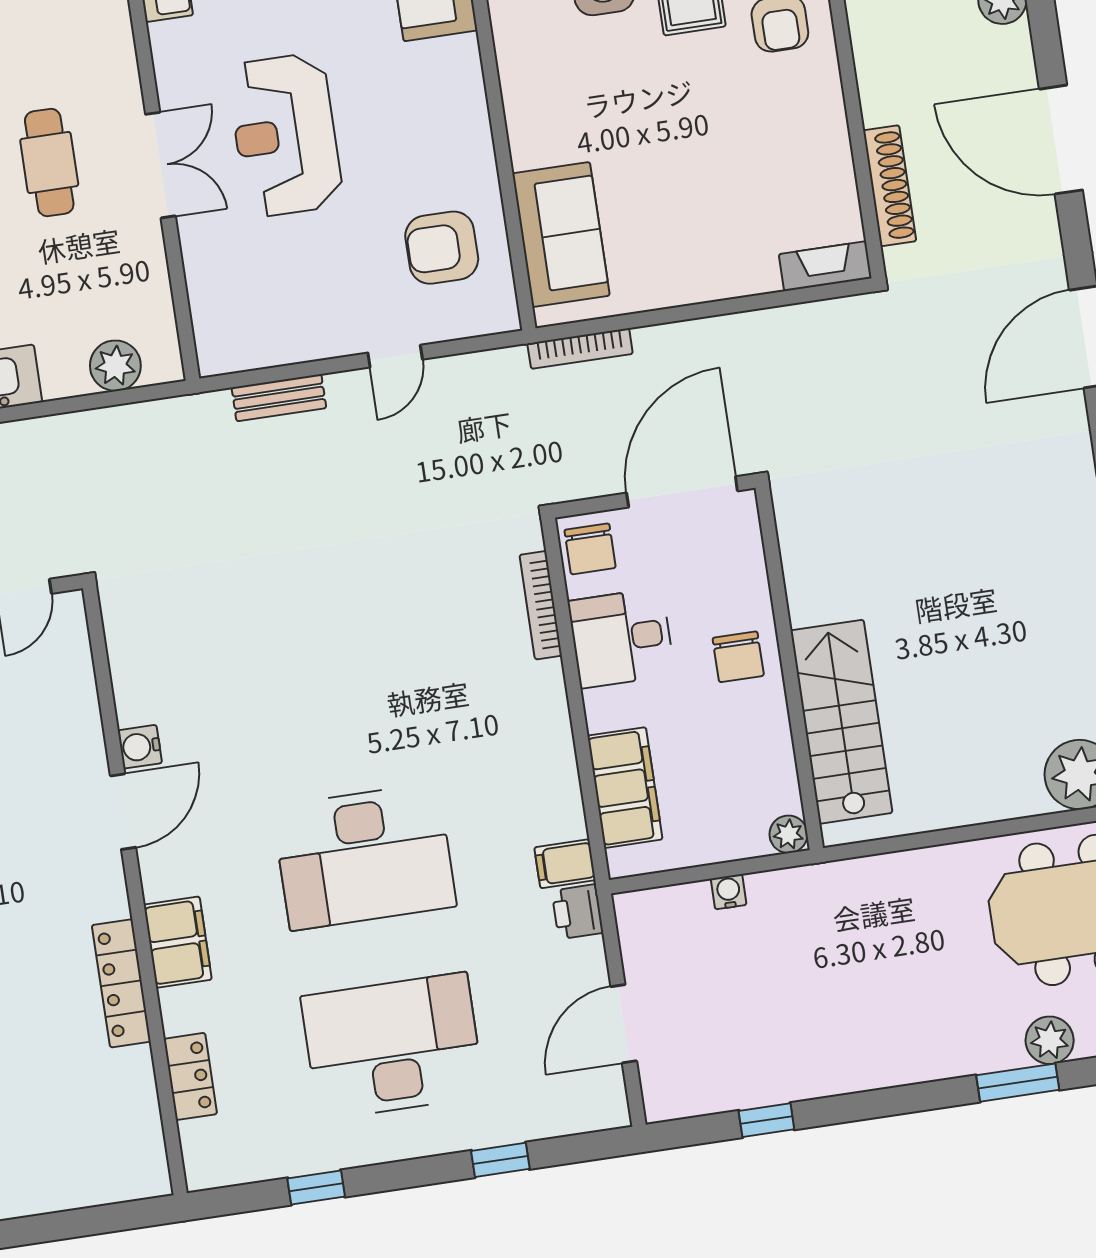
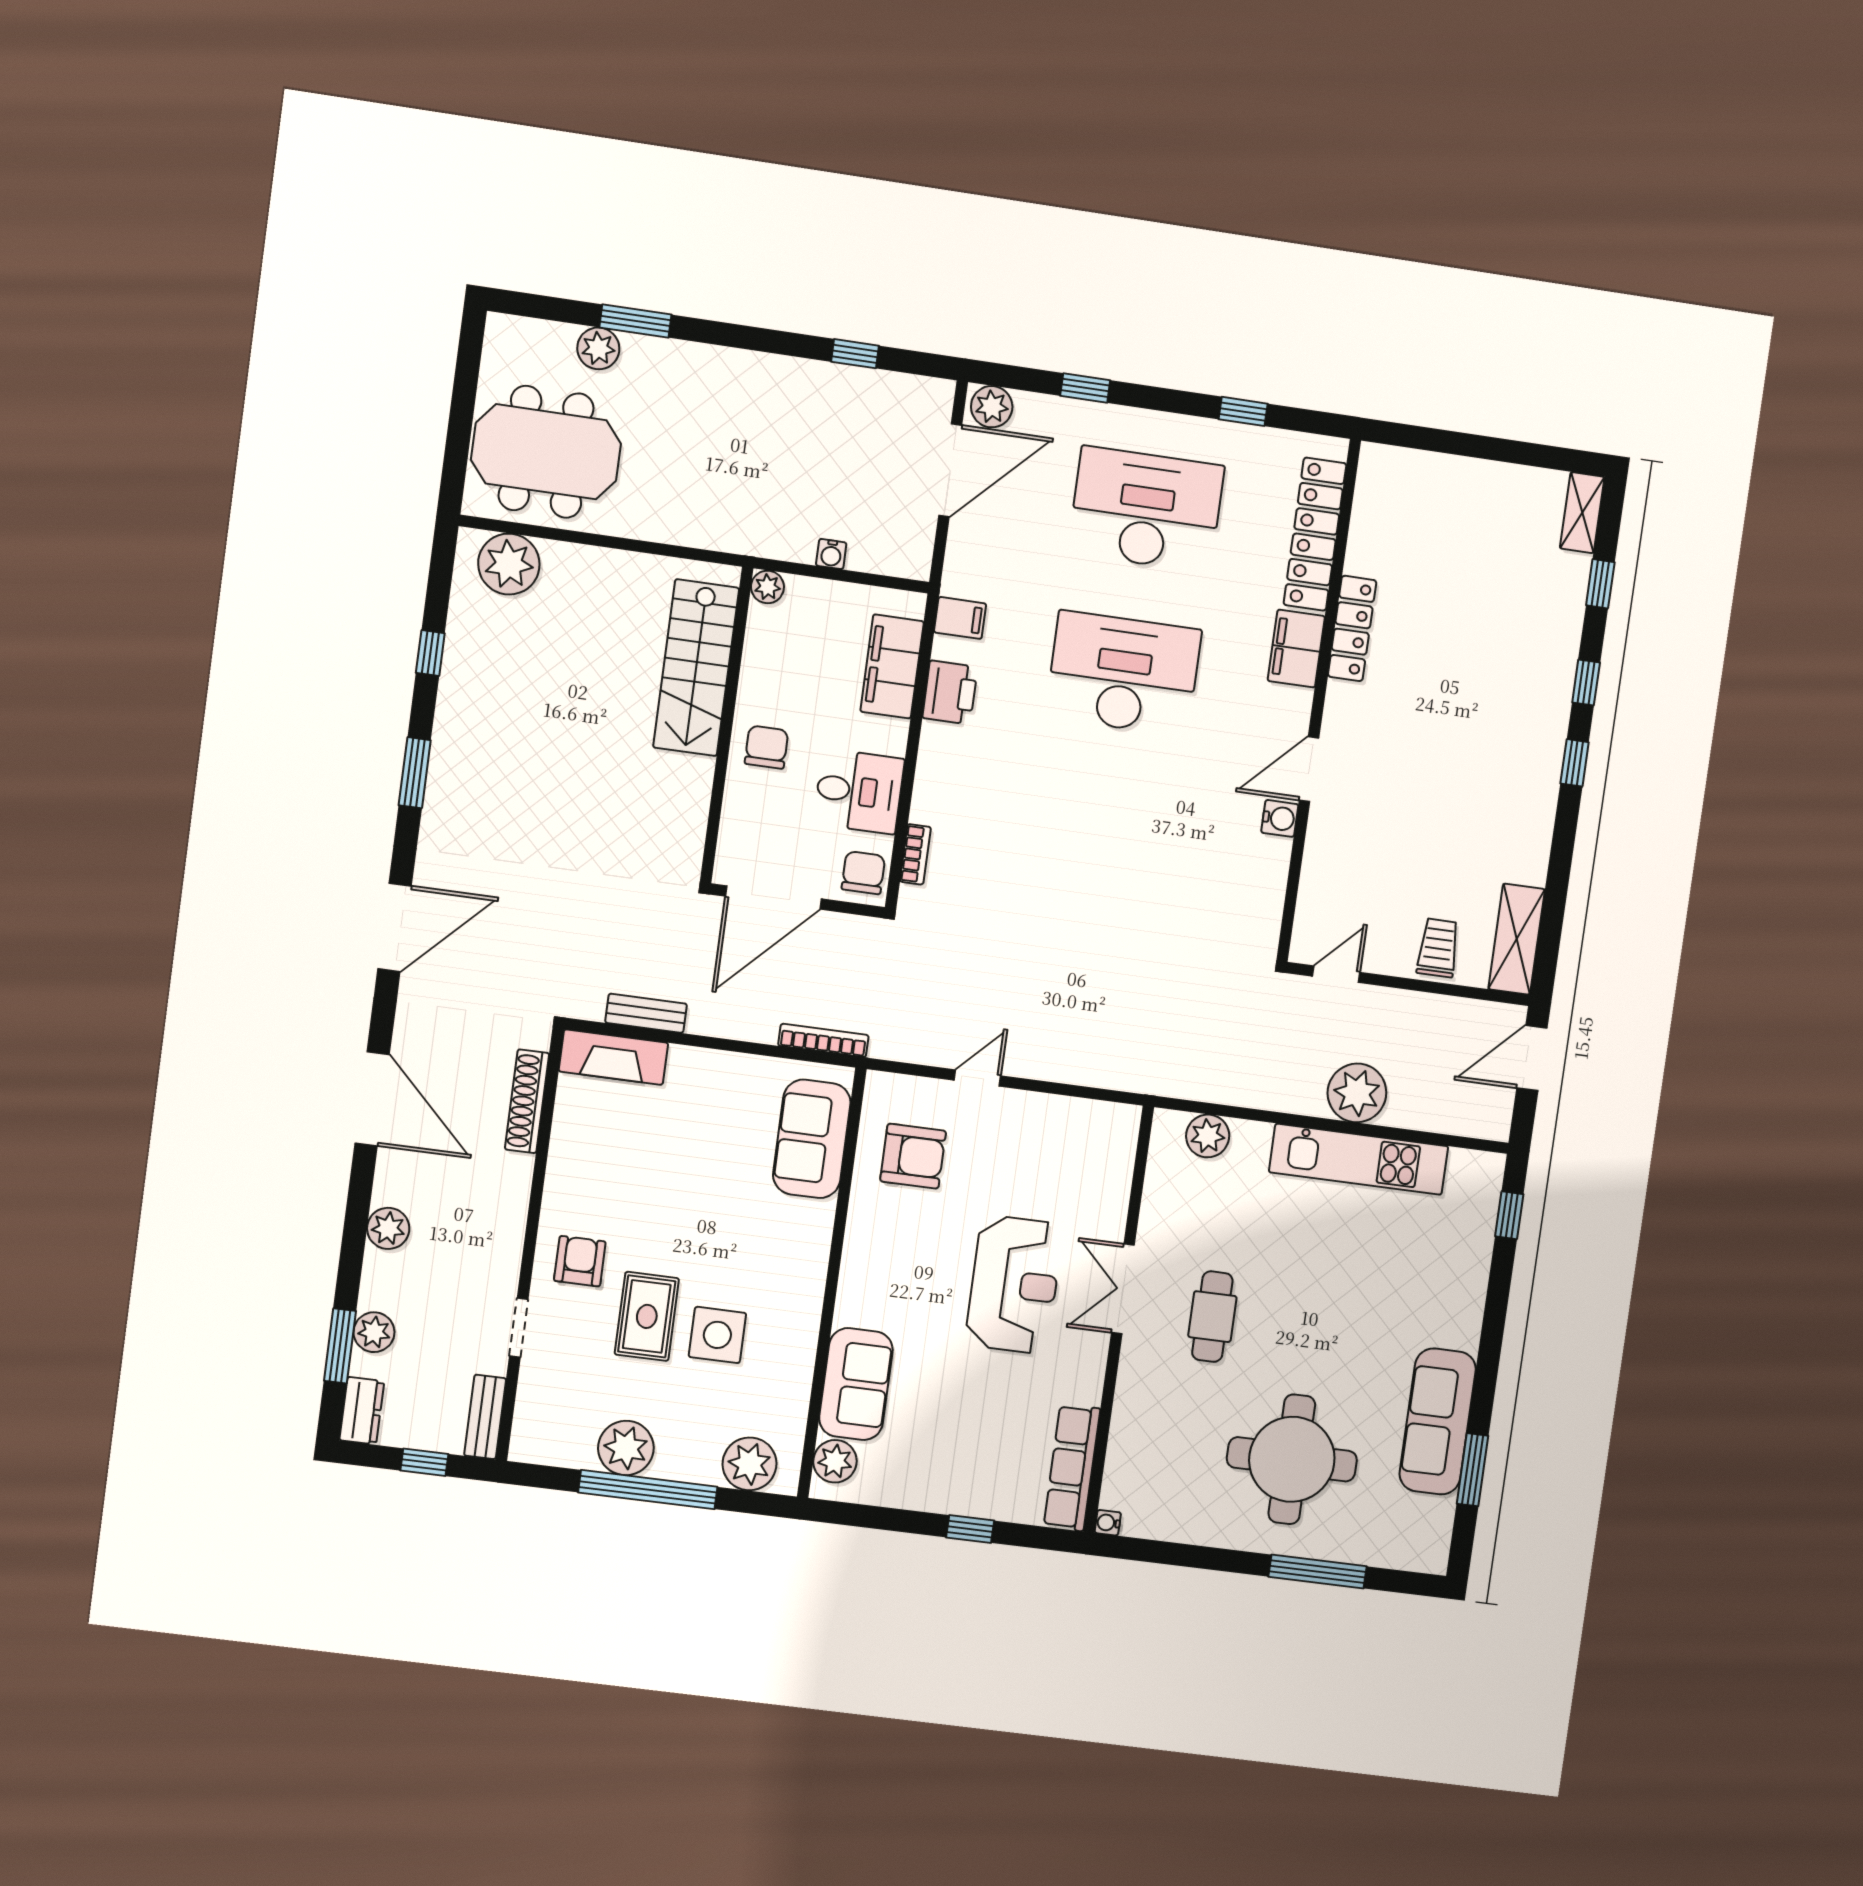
fireplace: (825, 266) -> (613, 1057), width x1.37, depth x1.32
bench: (279, 398) -> (646, 1013), moved
bookcase: (541, 605) -> (915, 854), width x0.64
printer: (577, 912) -> (950, 692), moved, width x1.36, depth x1.24
door: (624, 1024) -> (950, 470), width x1.36
desk: (393, 1046) -> (1146, 509), turned 180
locker: (190, 1076) -> (1315, 534), width x2.16, depth x1.21
plant: (598, 1108) -> (992, 407), added

